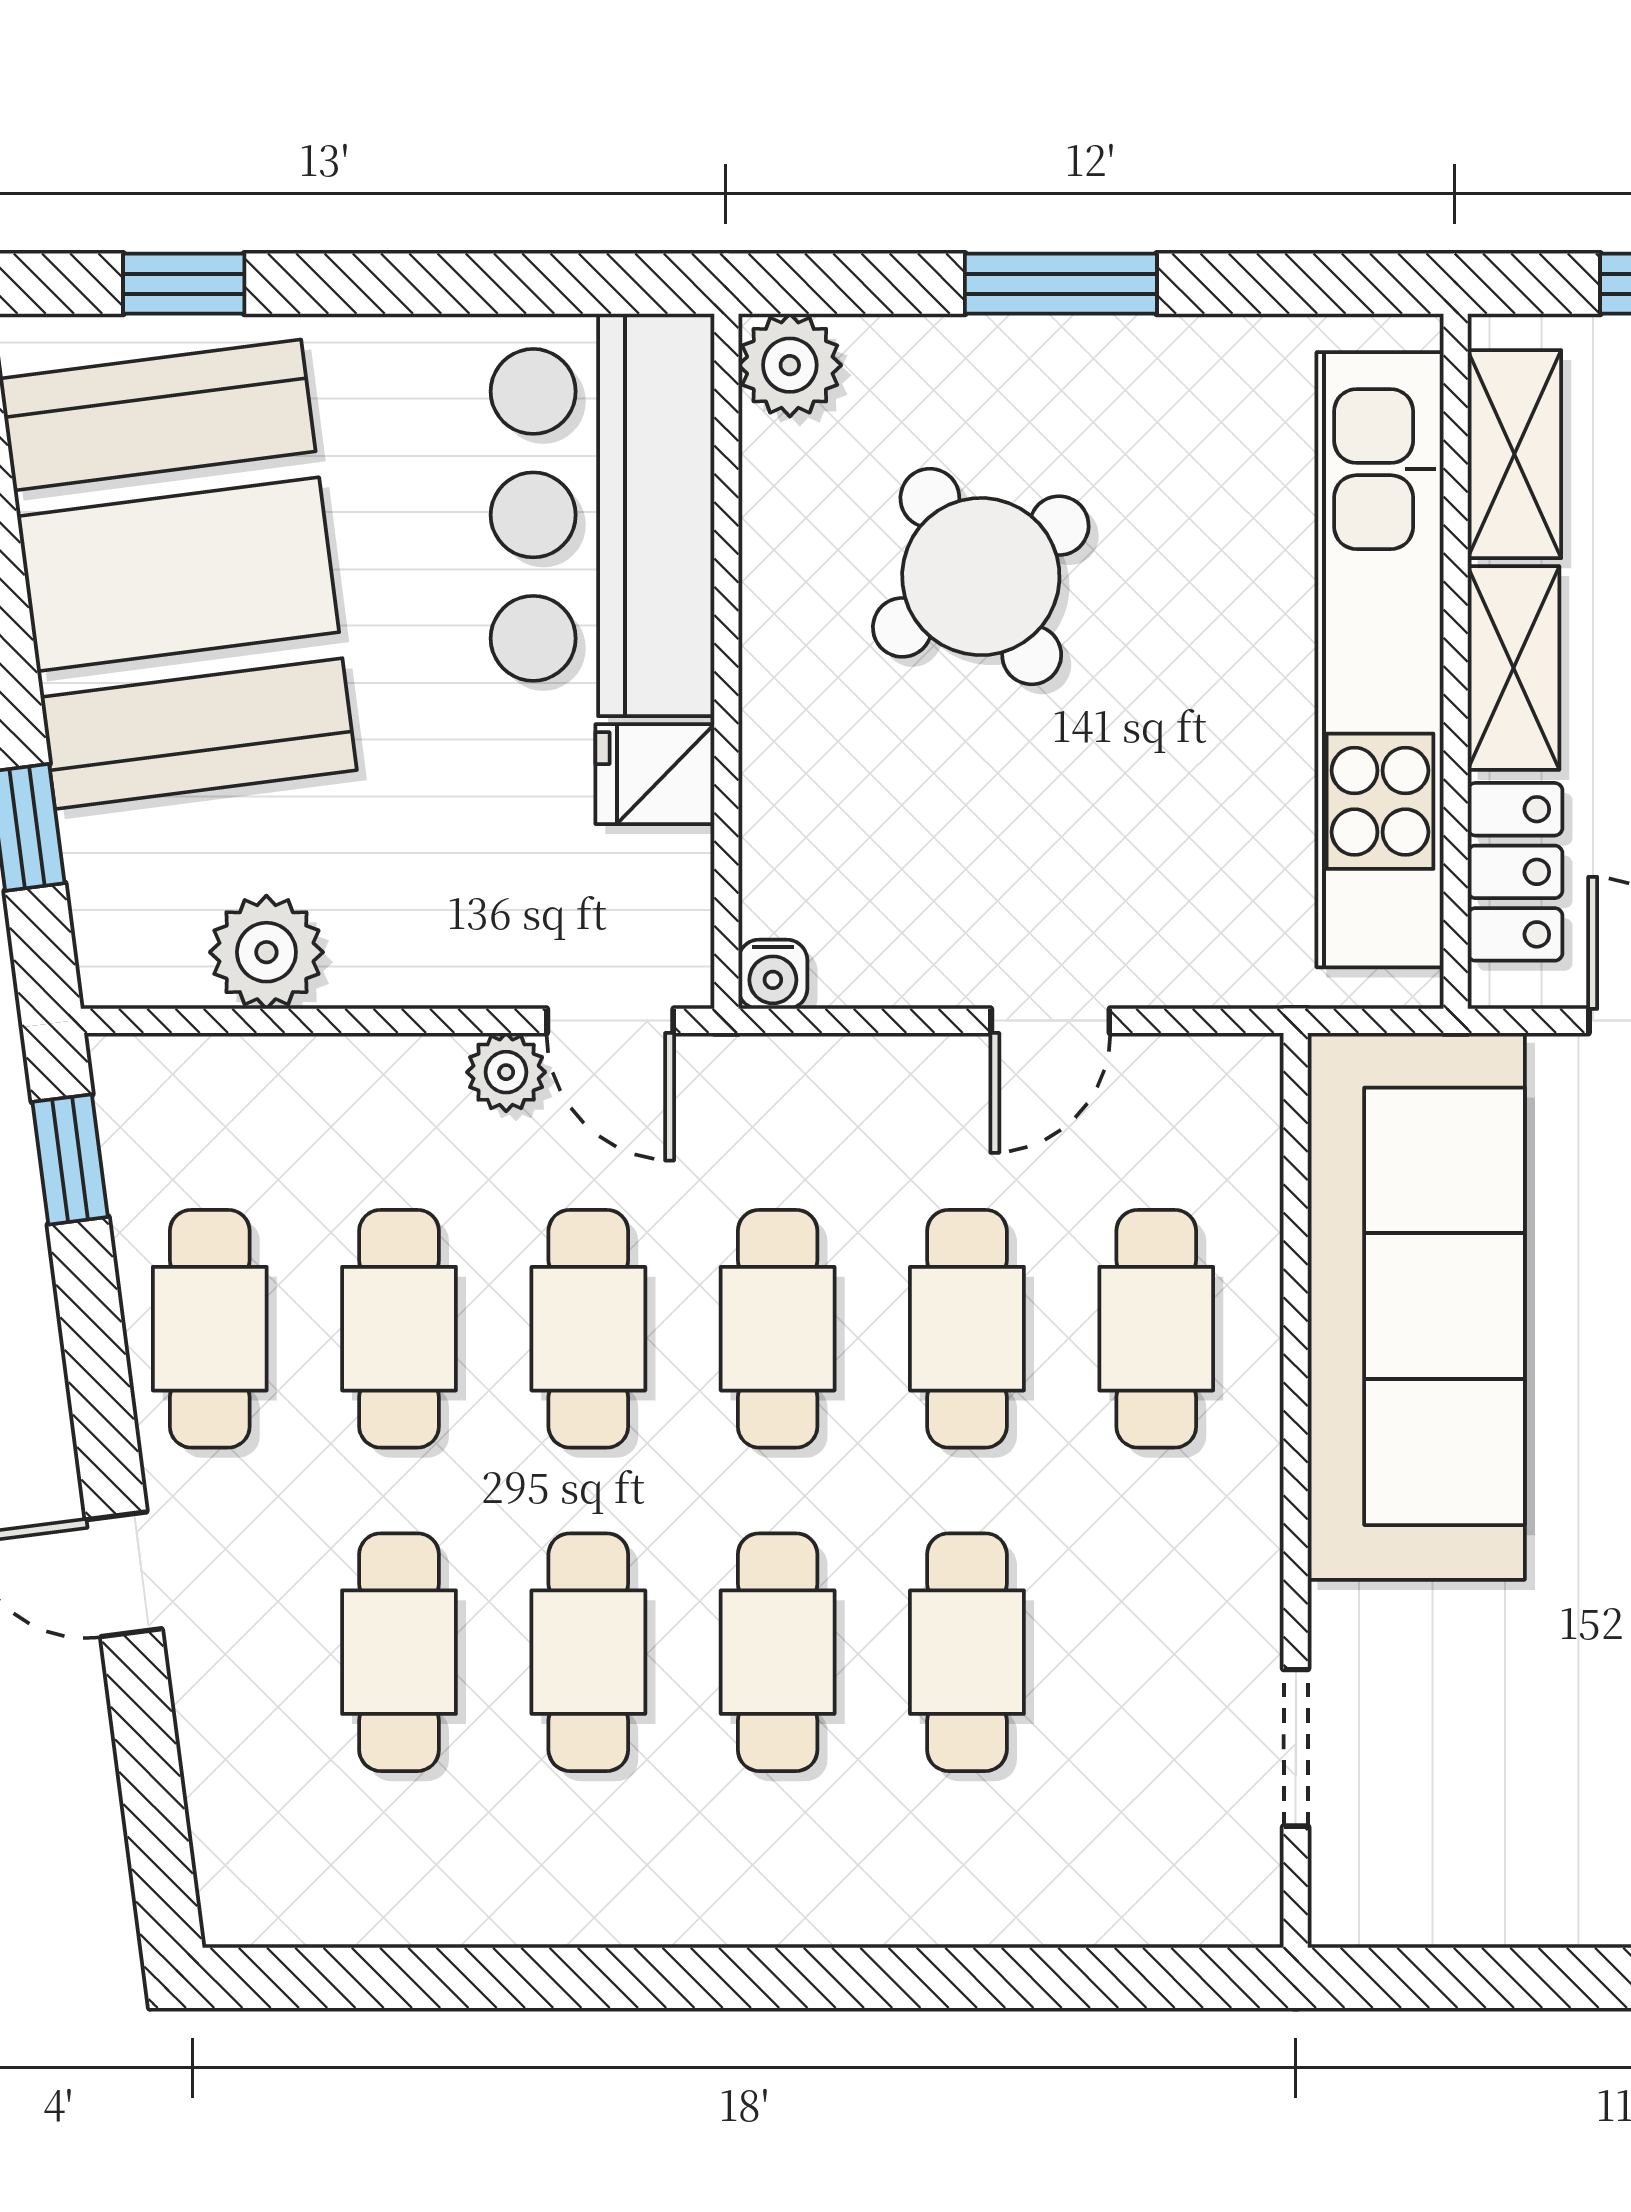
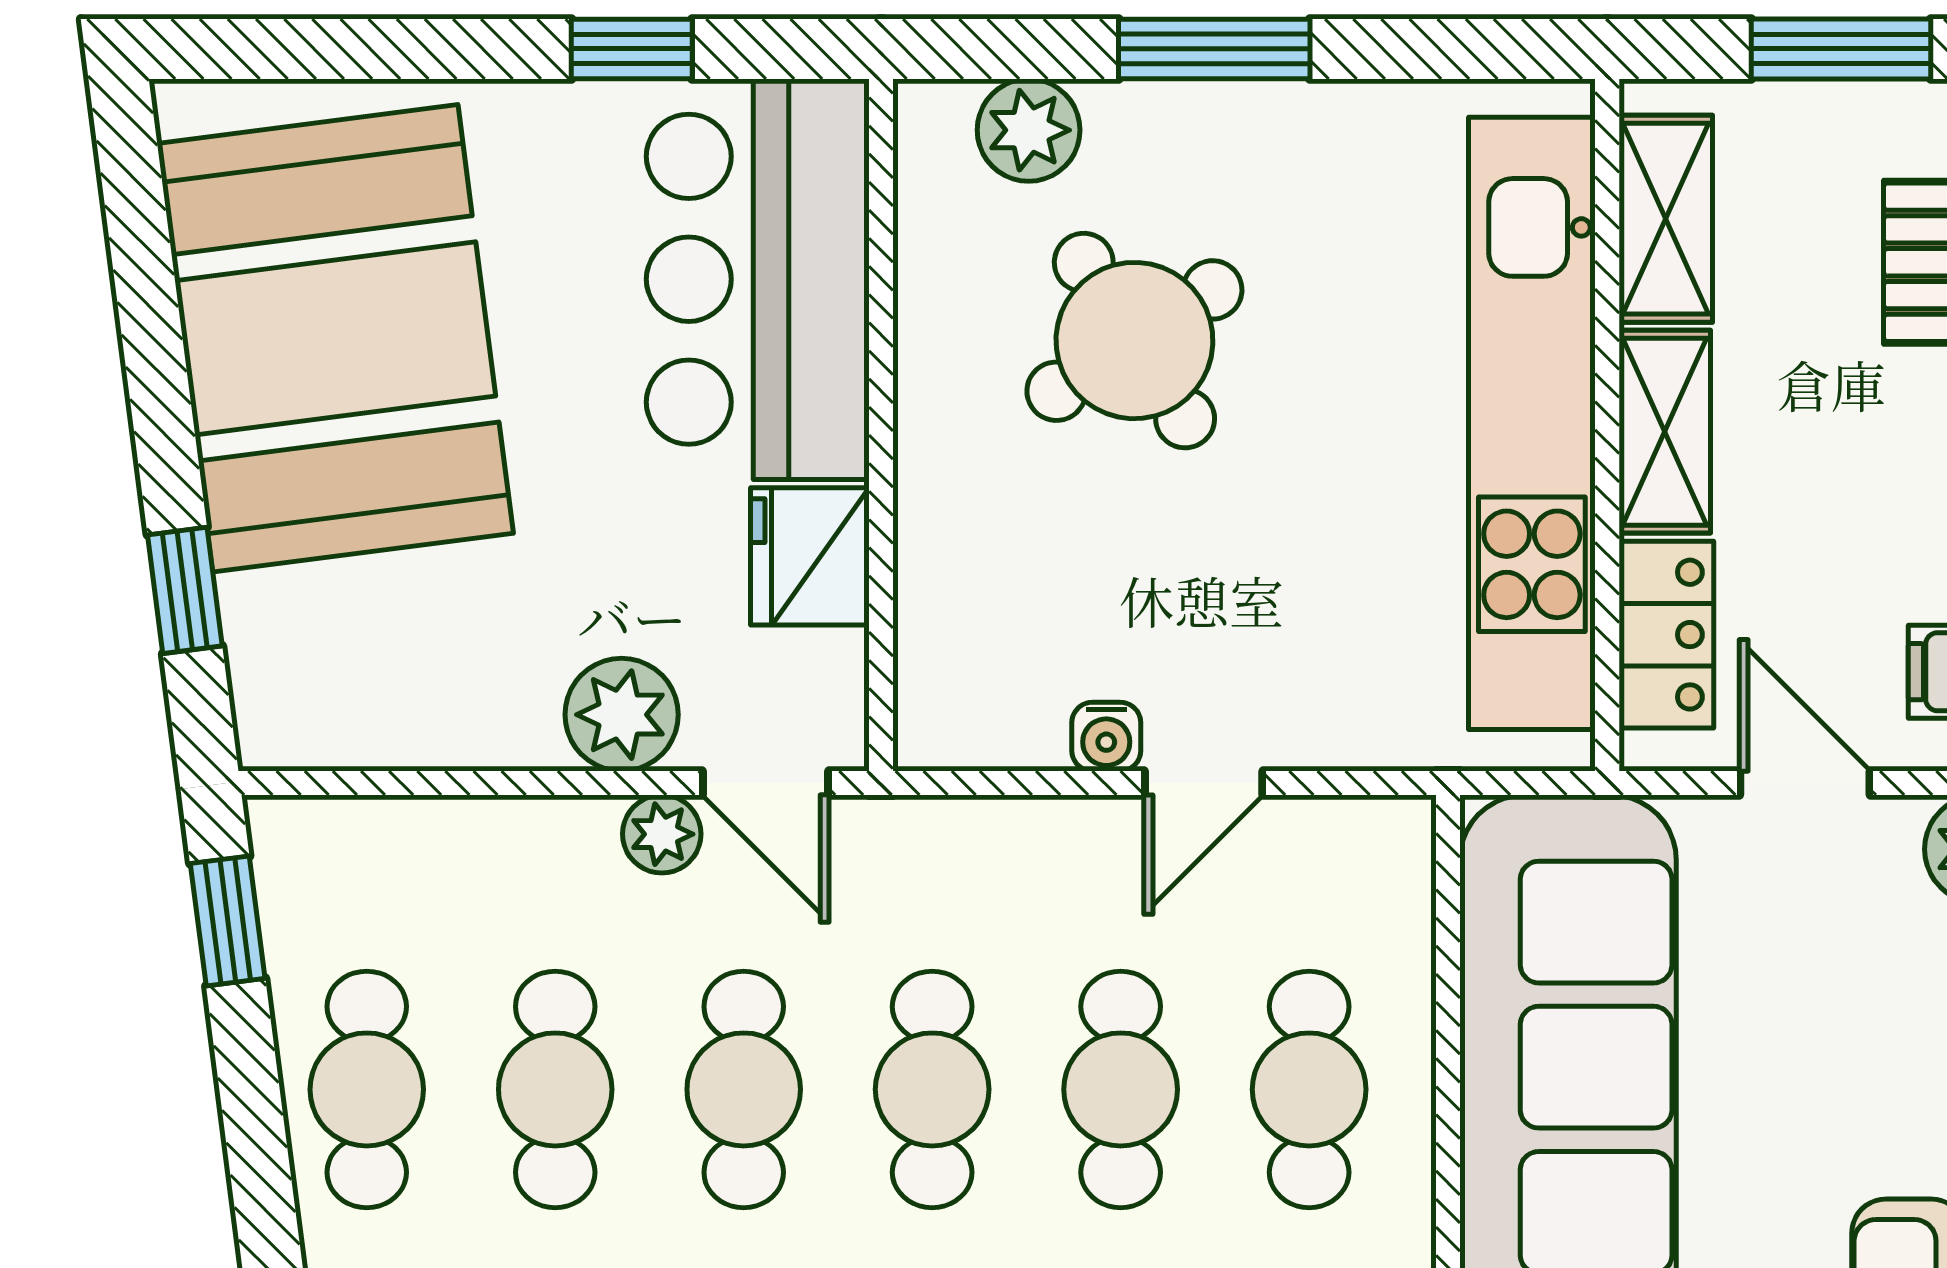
window: (184, 284) -> (632, 49), moved
plant: (790, 365) -> (1029, 130), moved
fridge: (655, 774) -> (810, 556), width x1.38
plant: (266, 952) -> (622, 715), moved
water cooler: (773, 974) -> (1106, 737), moved

